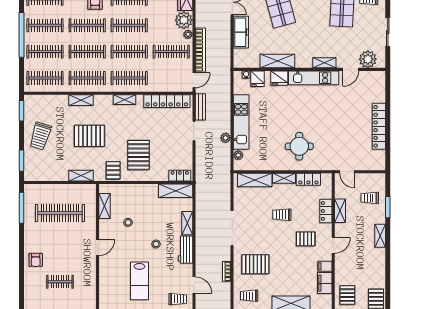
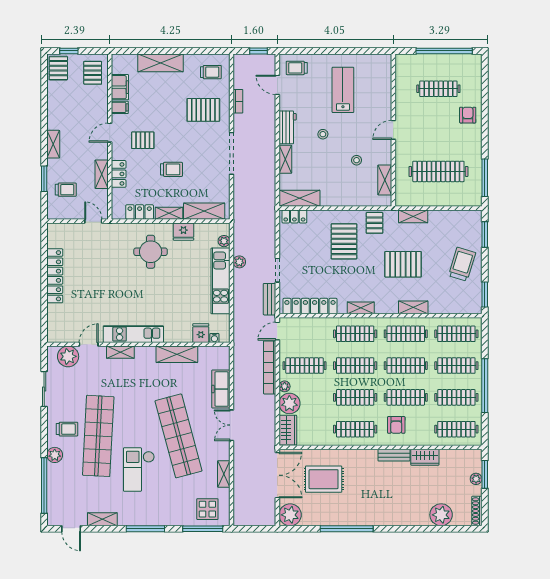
fridge: (279, 78) -> (183, 232), moved, turned 180
clothes rail: (60, 282) -> (438, 89), width x1.36

